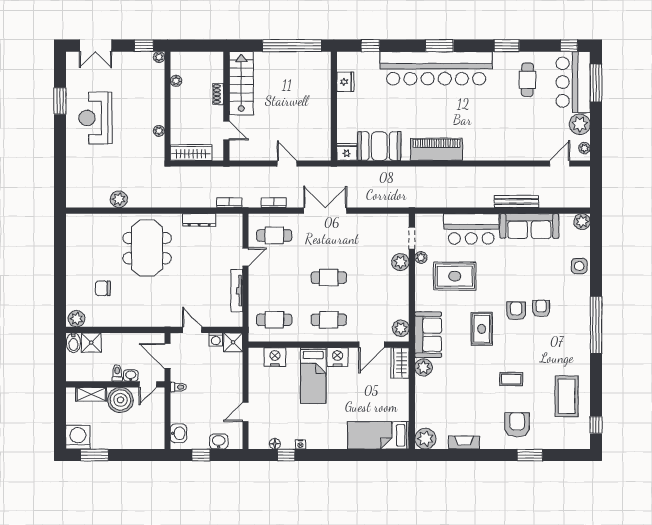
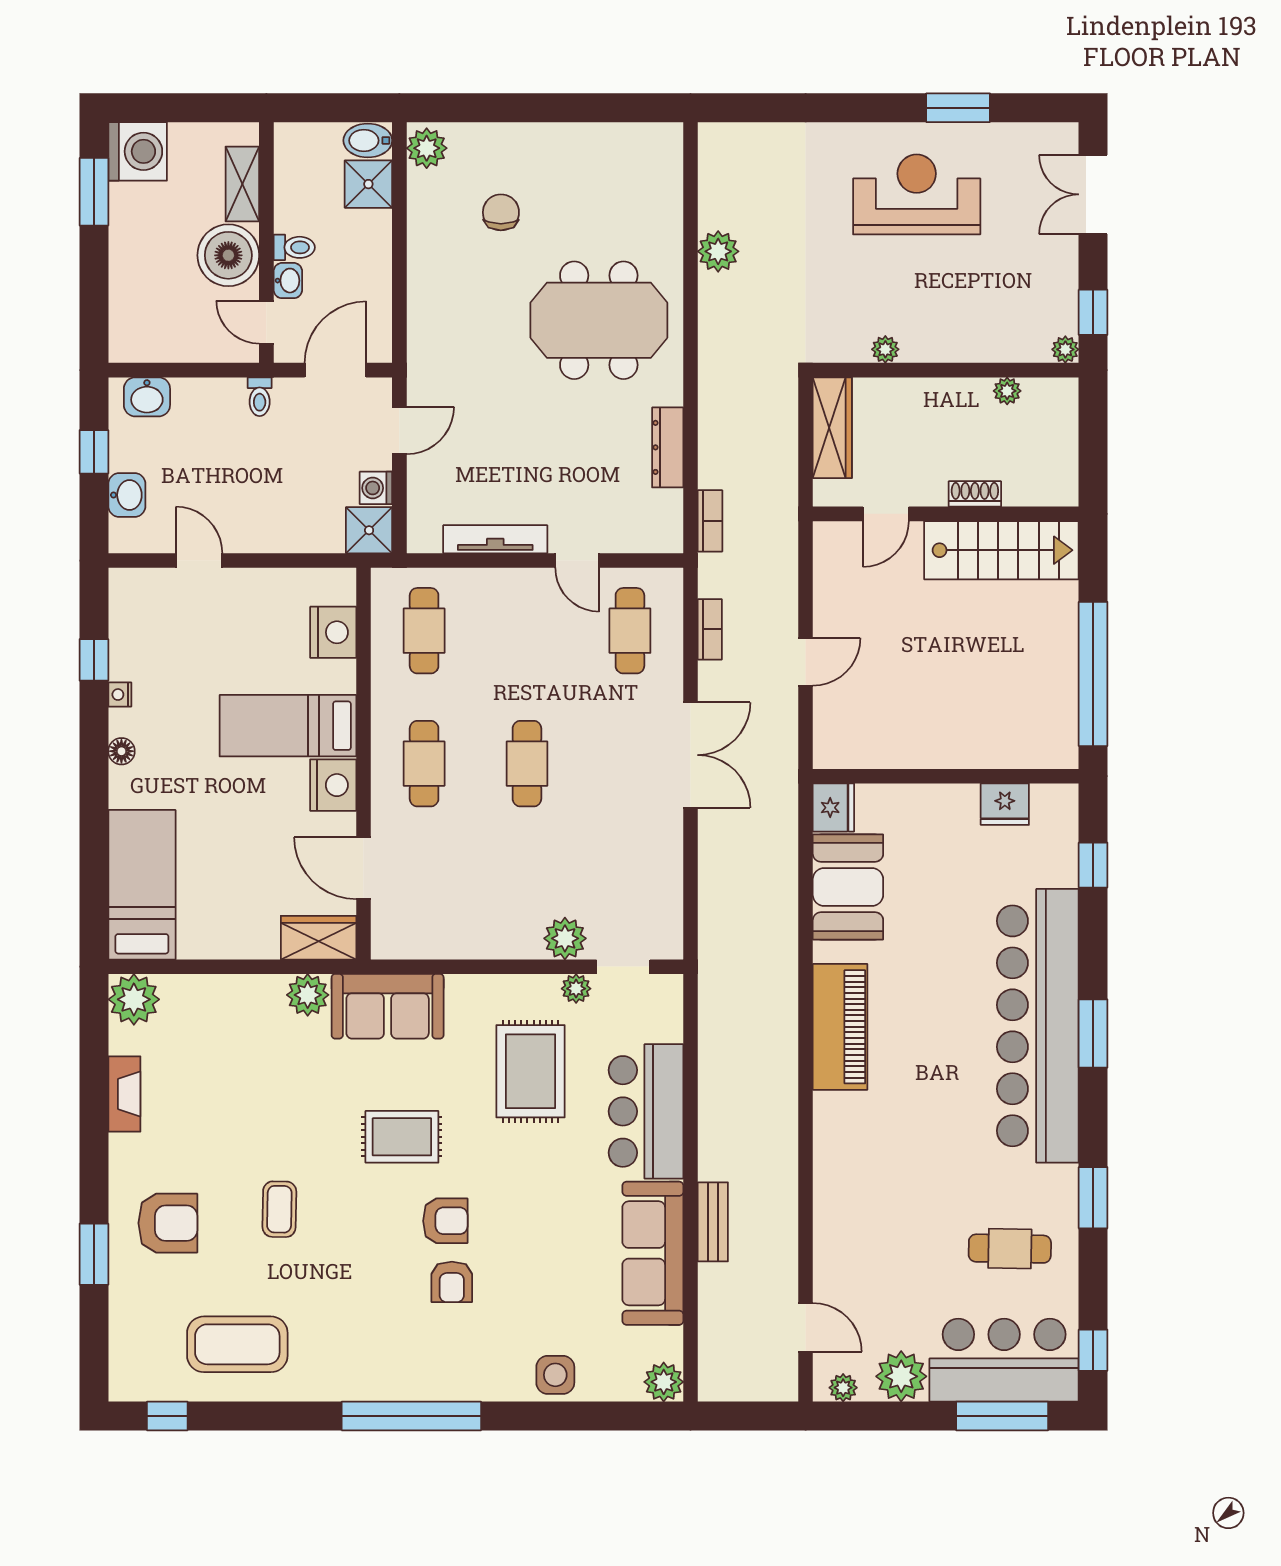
bench: (516, 201) -> (713, 1222), width x0.73
armchair: (541, 308) -> (452, 1282), turned 90
plant: (401, 328) -> (403, 939), removed
floor lamp: (275, 444) -> (121, 751), moved

